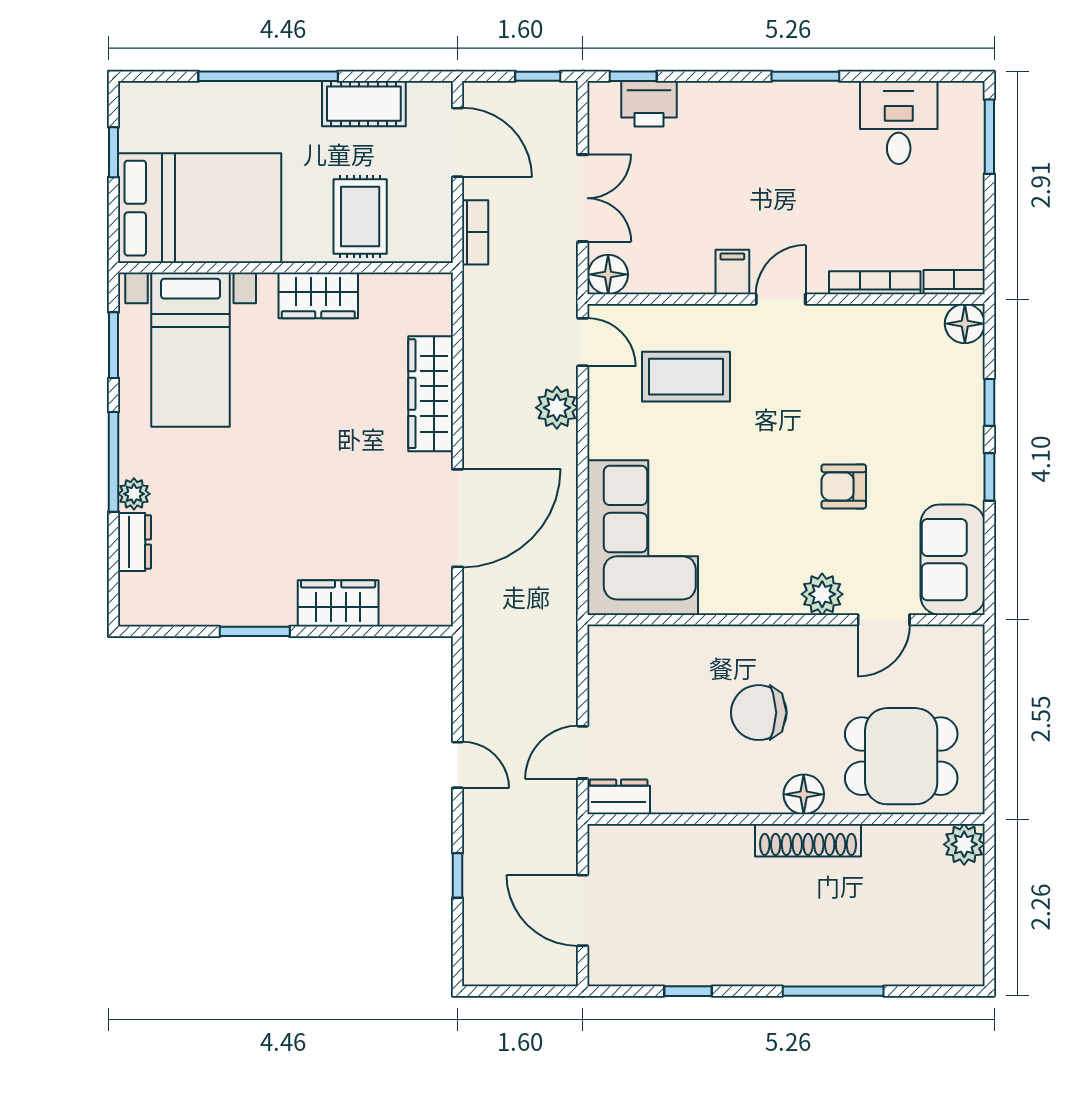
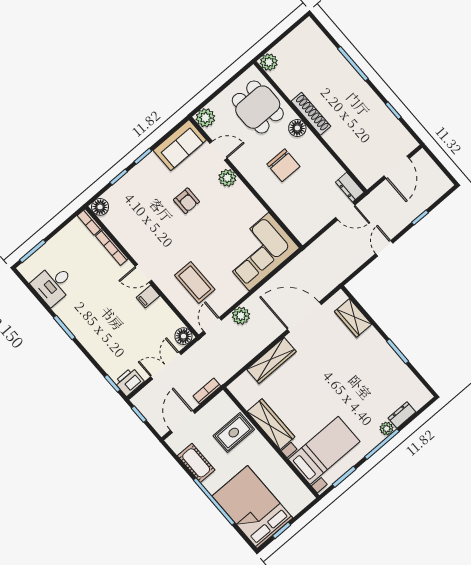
printer: (649, 104) -> (129, 382), moved, turned -90
bed: (200, 208) -> (252, 507), moved
wardrobe: (318, 295) -> (271, 424), width x1.50
wardrobe: (338, 603) -> (353, 318), moved
plant: (962, 647) -> (205, 118), added

